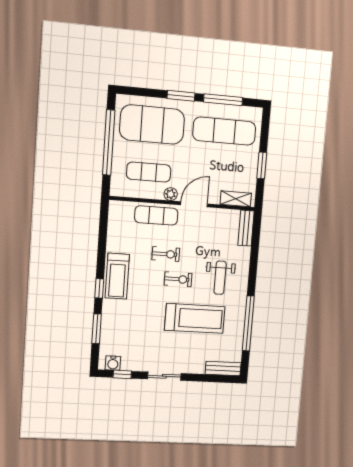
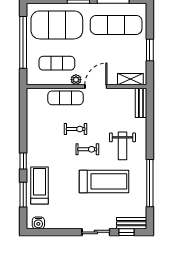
treadmill: (117, 276) -> (40, 186), moved, turned 180
window: (122, 374) -> (127, 232), moved
sliding door: (164, 376) -> (96, 232), moved

